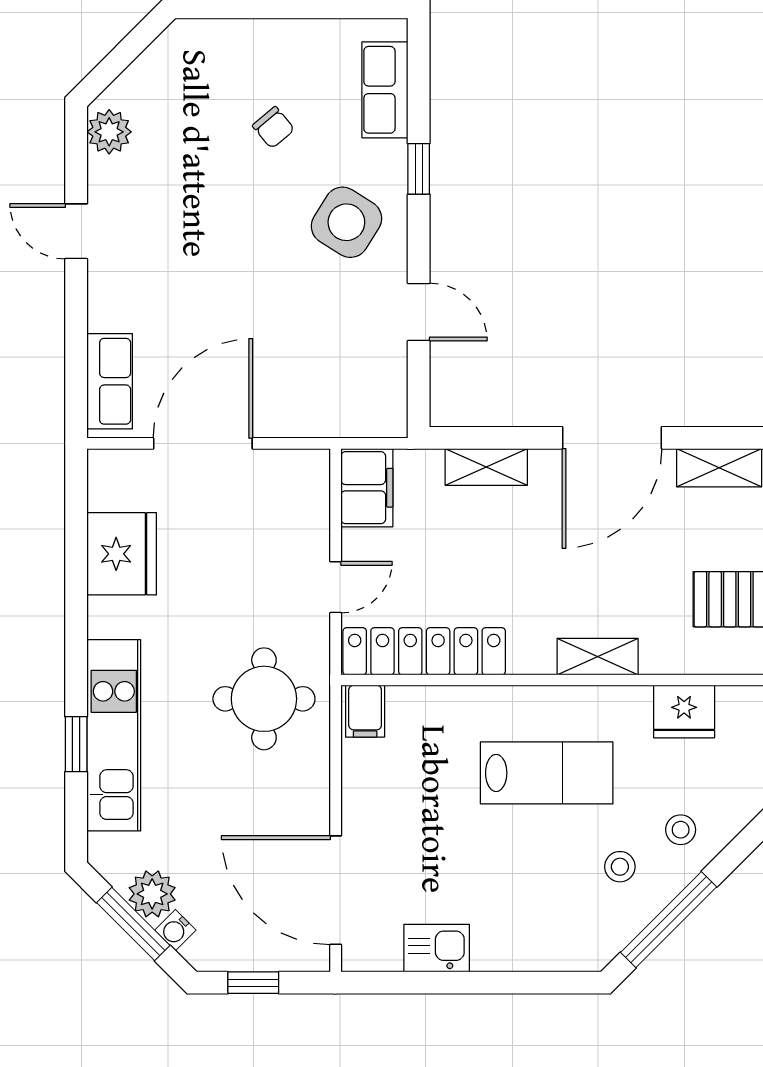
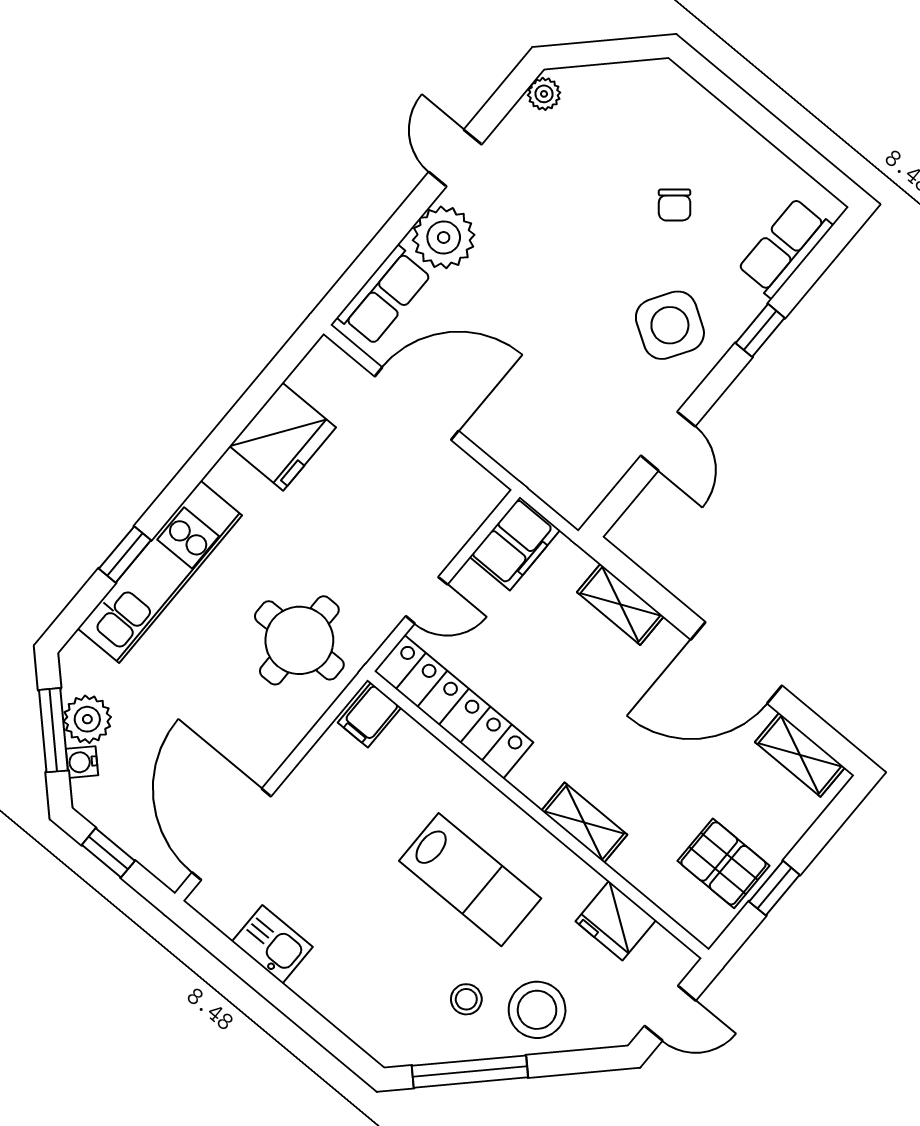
plant: (109, 132) -> (544, 94), width x0.73, depth x0.73
plant: (118, 299) -> (444, 237), added
stool: (681, 830) -> (537, 1010), width x1.89, depth x1.89

